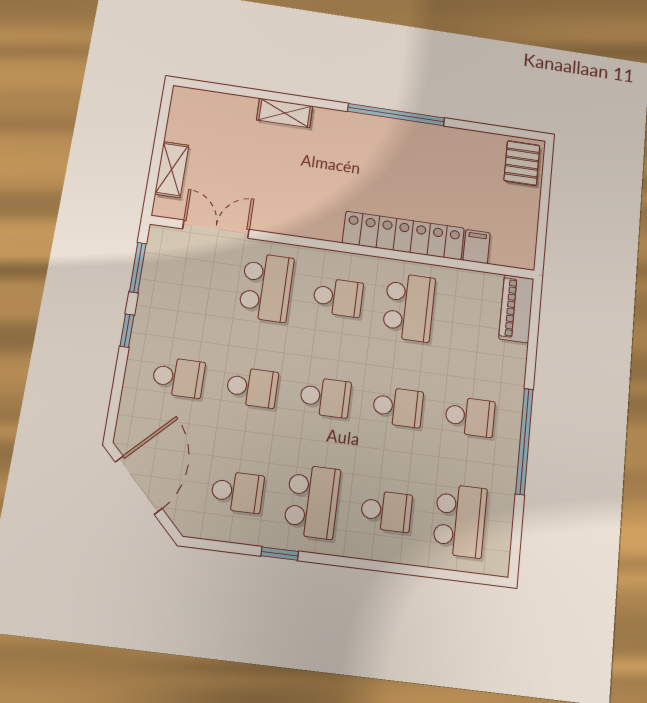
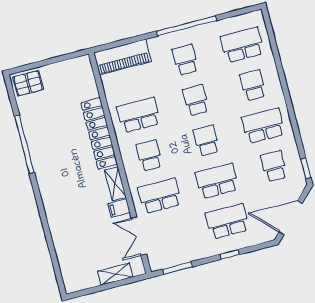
shelving: (285, 113) -> (115, 184), moved
window: (396, 115) -> (24, 144), moved
filing cabinet: (477, 247) -> (119, 208), moved
piano: (516, 309) -> (123, 57), width x1.37, depth x1.33
window: (127, 331) -> (230, 254), moved
school desk: (178, 377) -> (227, 221), width x1.85
school desk: (252, 387) -> (217, 181), width x1.85
window: (280, 554) -> (306, 168), moved

